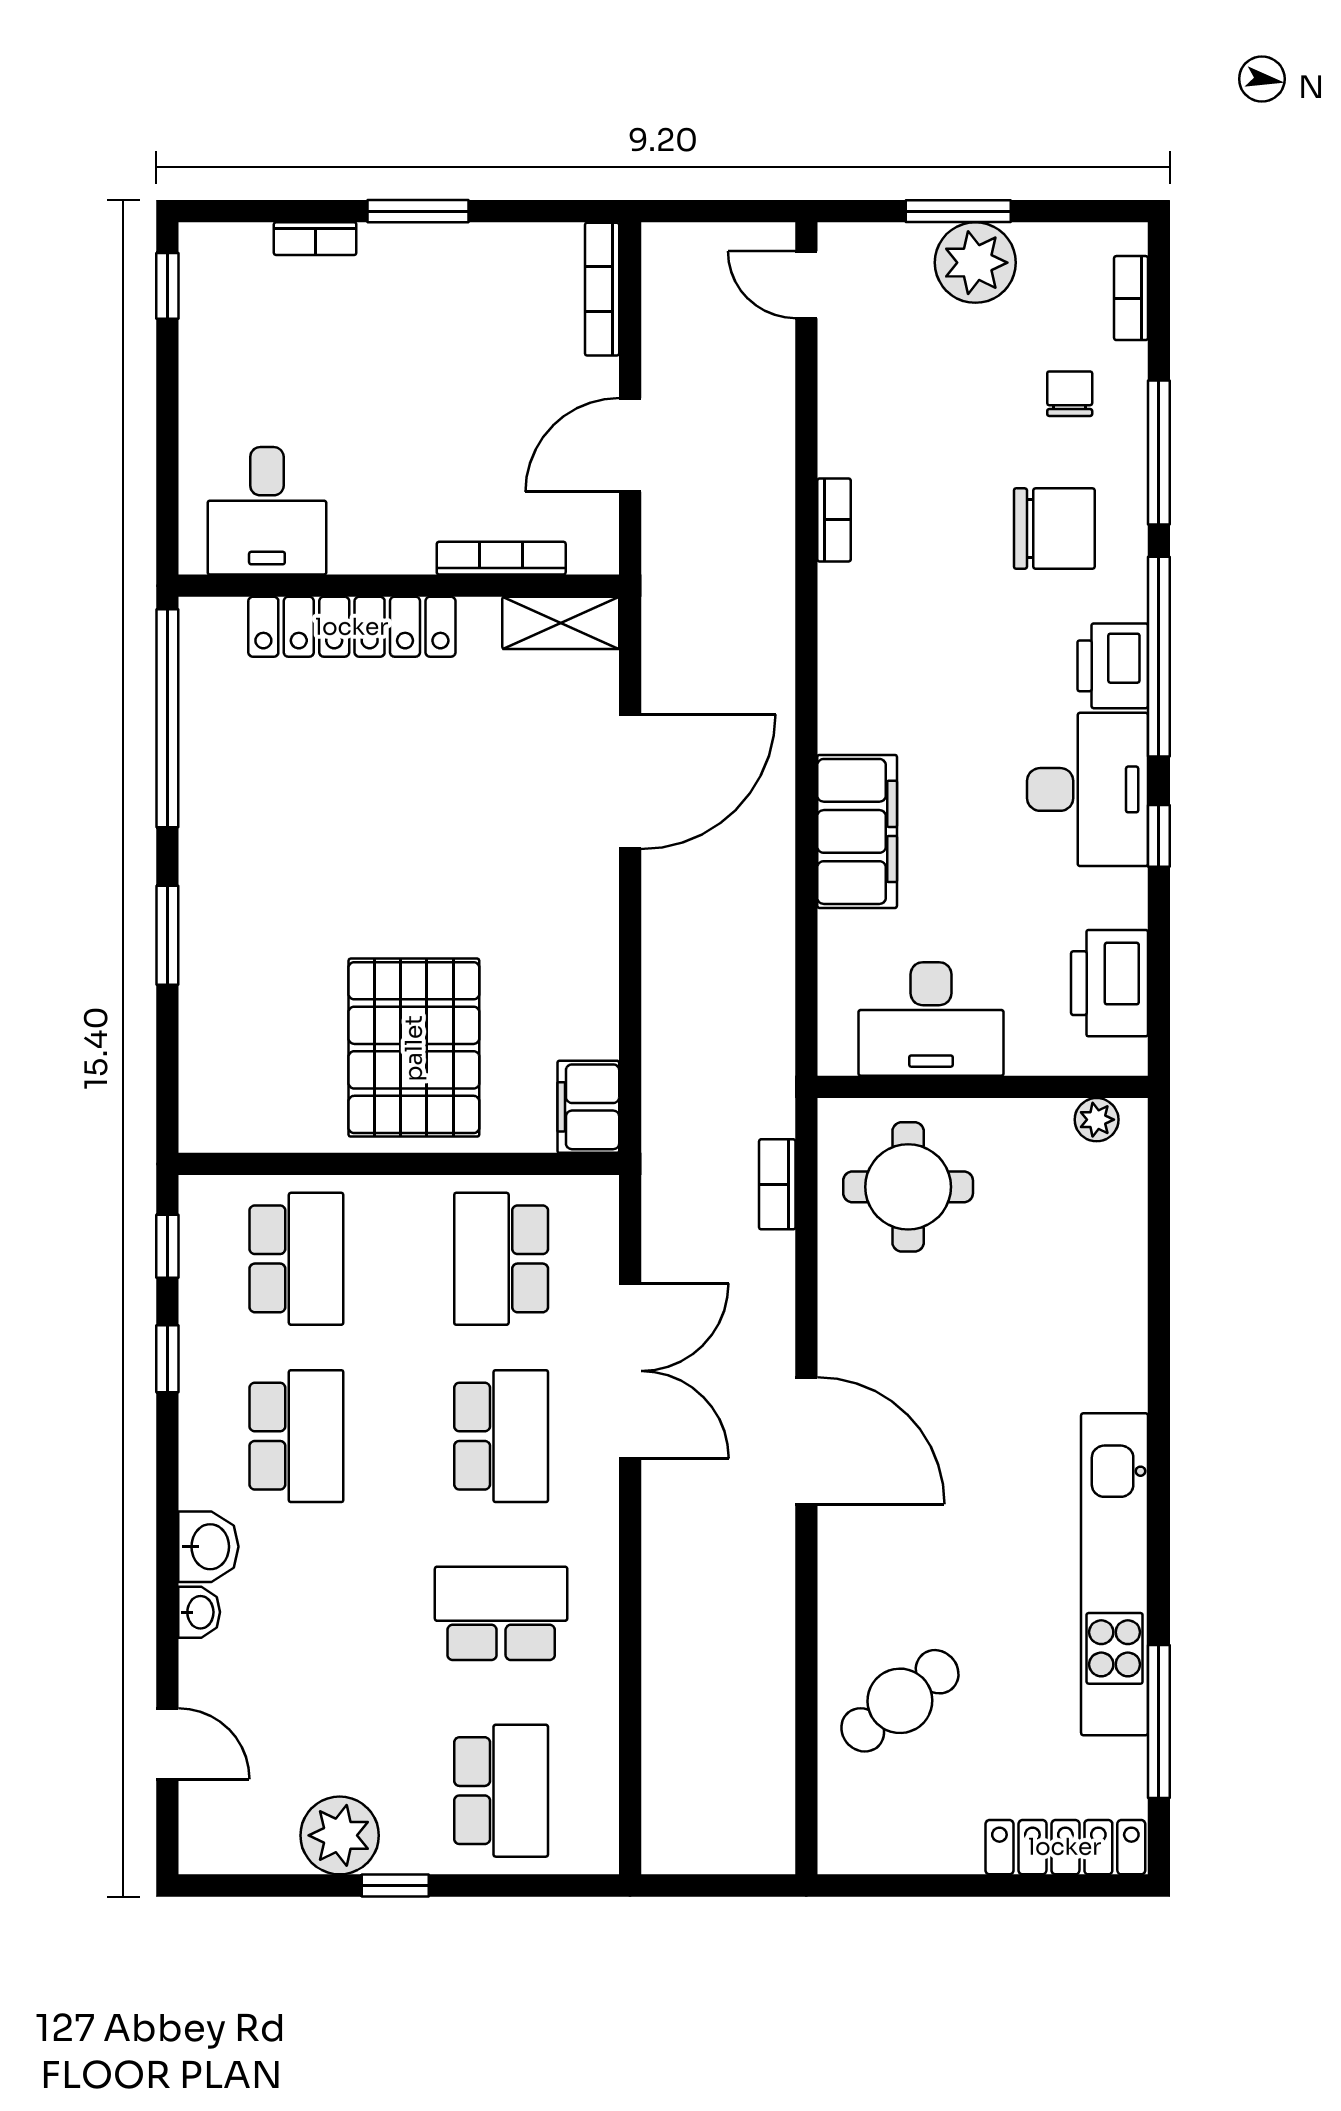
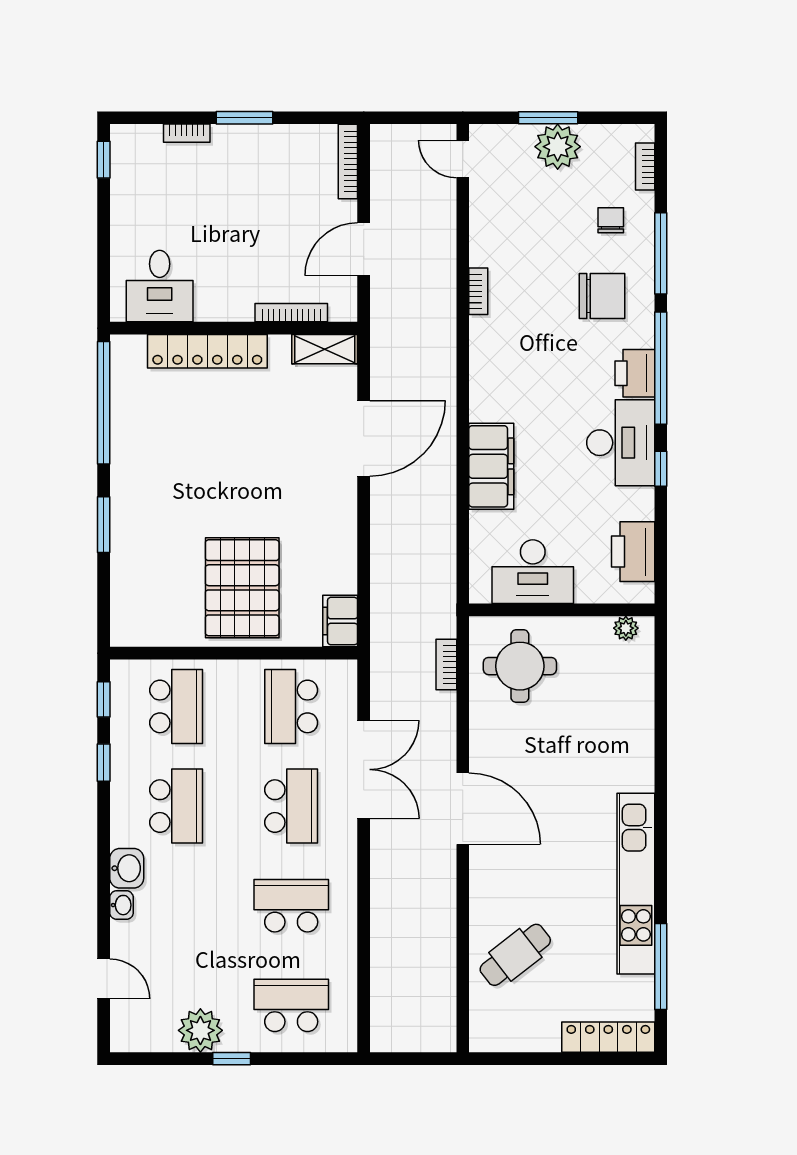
school desk: (501, 1791) -> (291, 1005), turned -90

